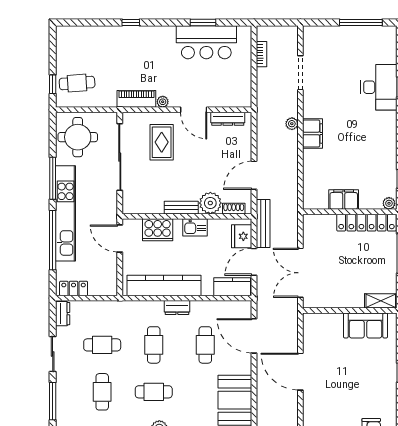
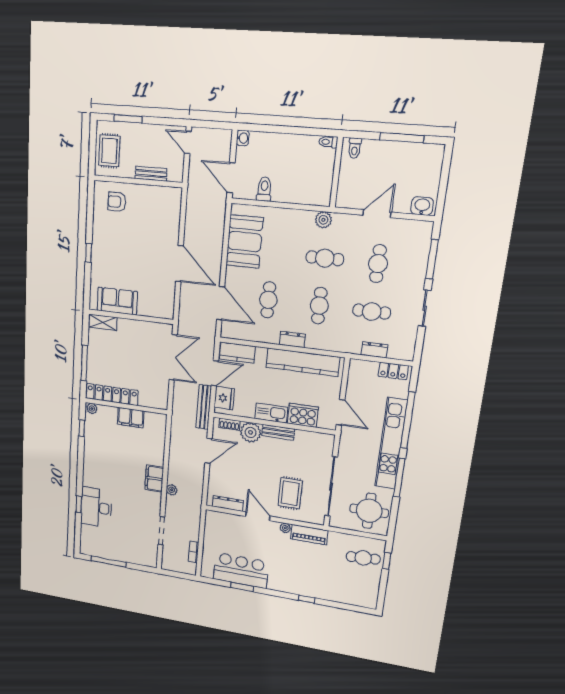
kitchen sink: (195, 227) -> (271, 413), width x1.38
dresser: (63, 314) -> (374, 350), moved, turned 90

